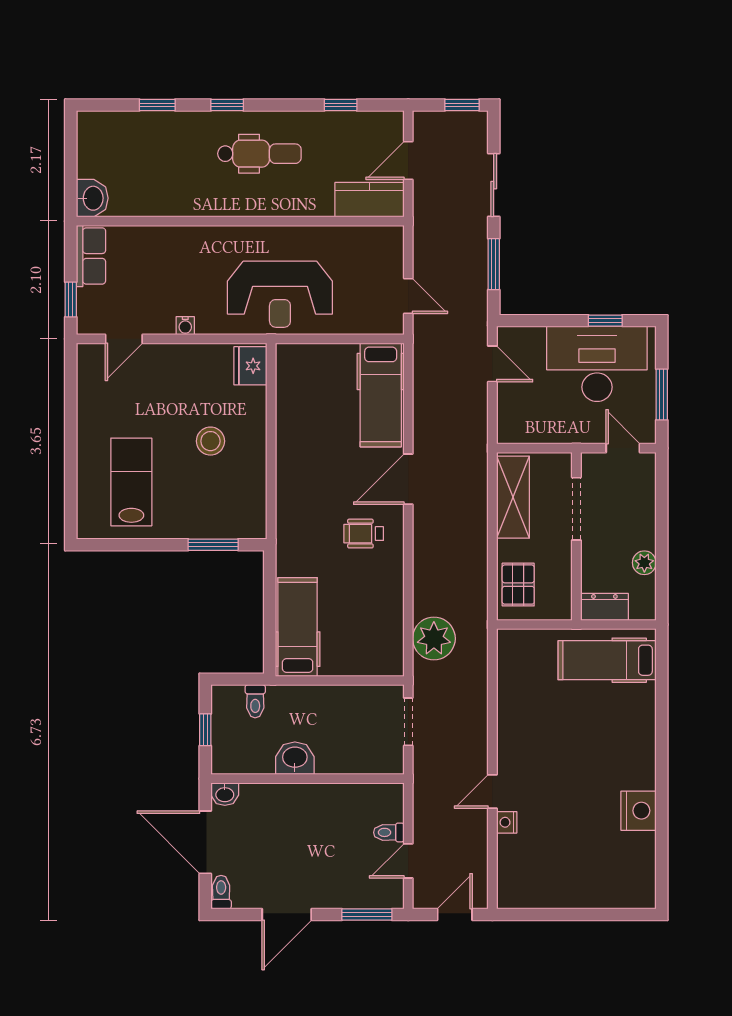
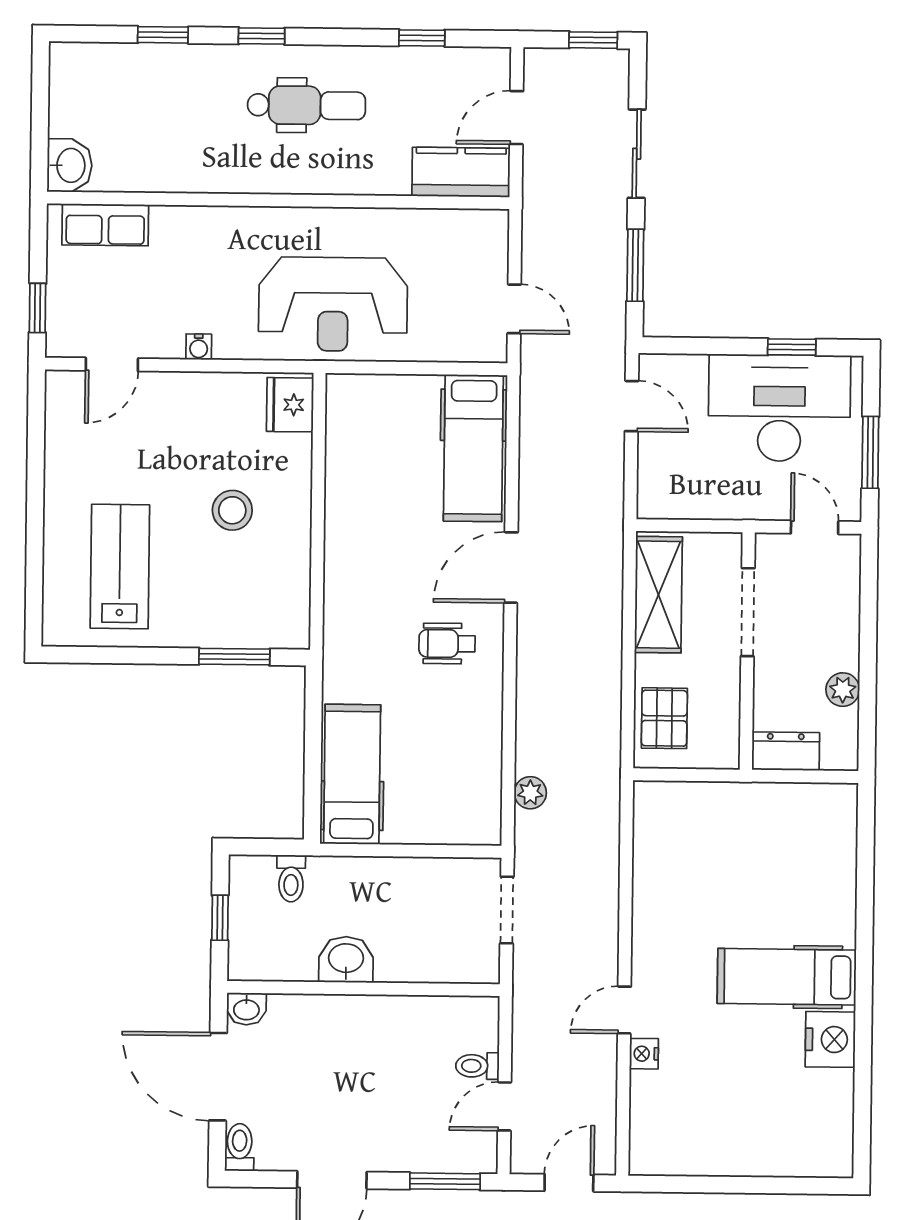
row of seats: (91, 256) -> (105, 225), moved, turned 90
plant: (434, 639) -> (530, 793), width x0.53, depth x0.53
hospital bed: (607, 660) -> (787, 977), moved

